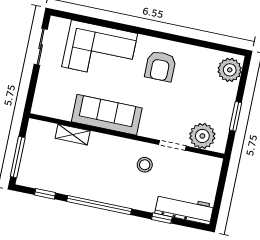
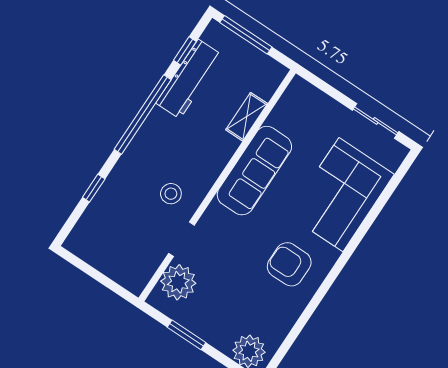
workbench: (184, 209) -> (189, 79), moved

